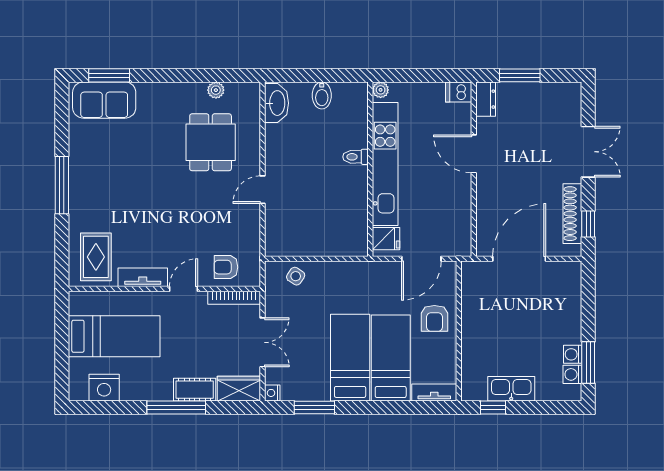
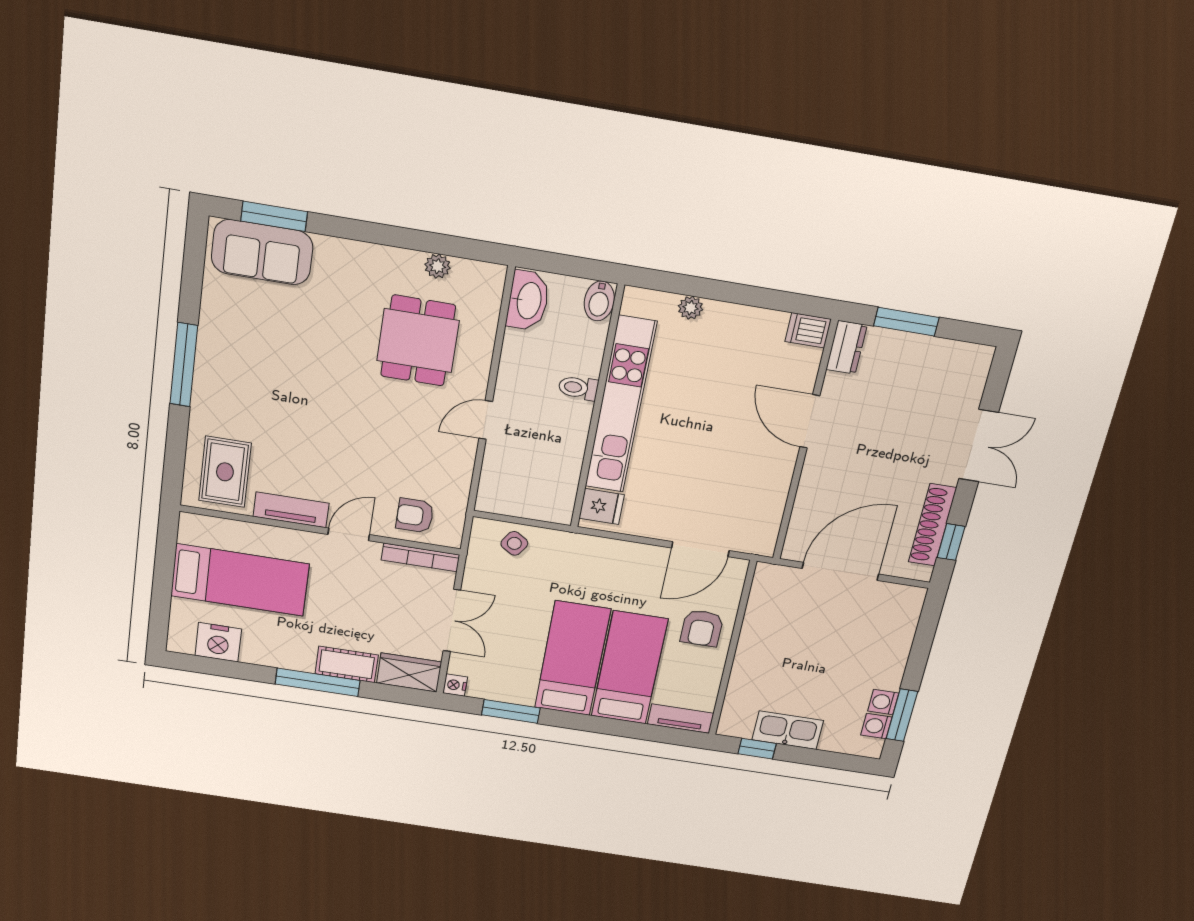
toilet: (356, 157) -> (578, 388), moved
kitchen unit: (385, 164) -> (621, 405), moved
wall: (370, 169) -> (597, 409), moved
fridge: (386, 239) -> (602, 506), moved

